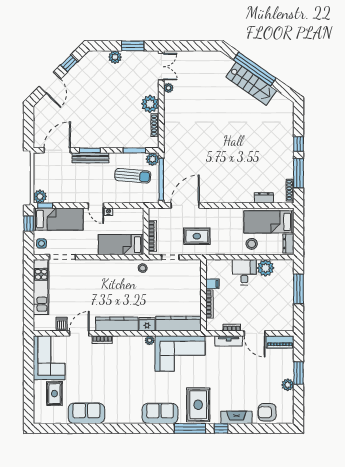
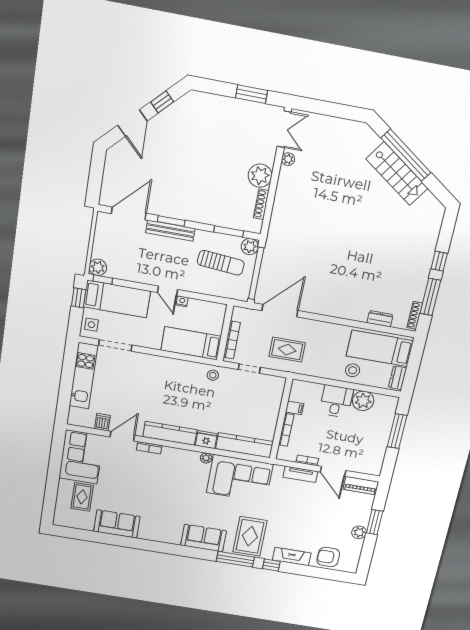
plant: (115, 57) -> (225, 105), removed

